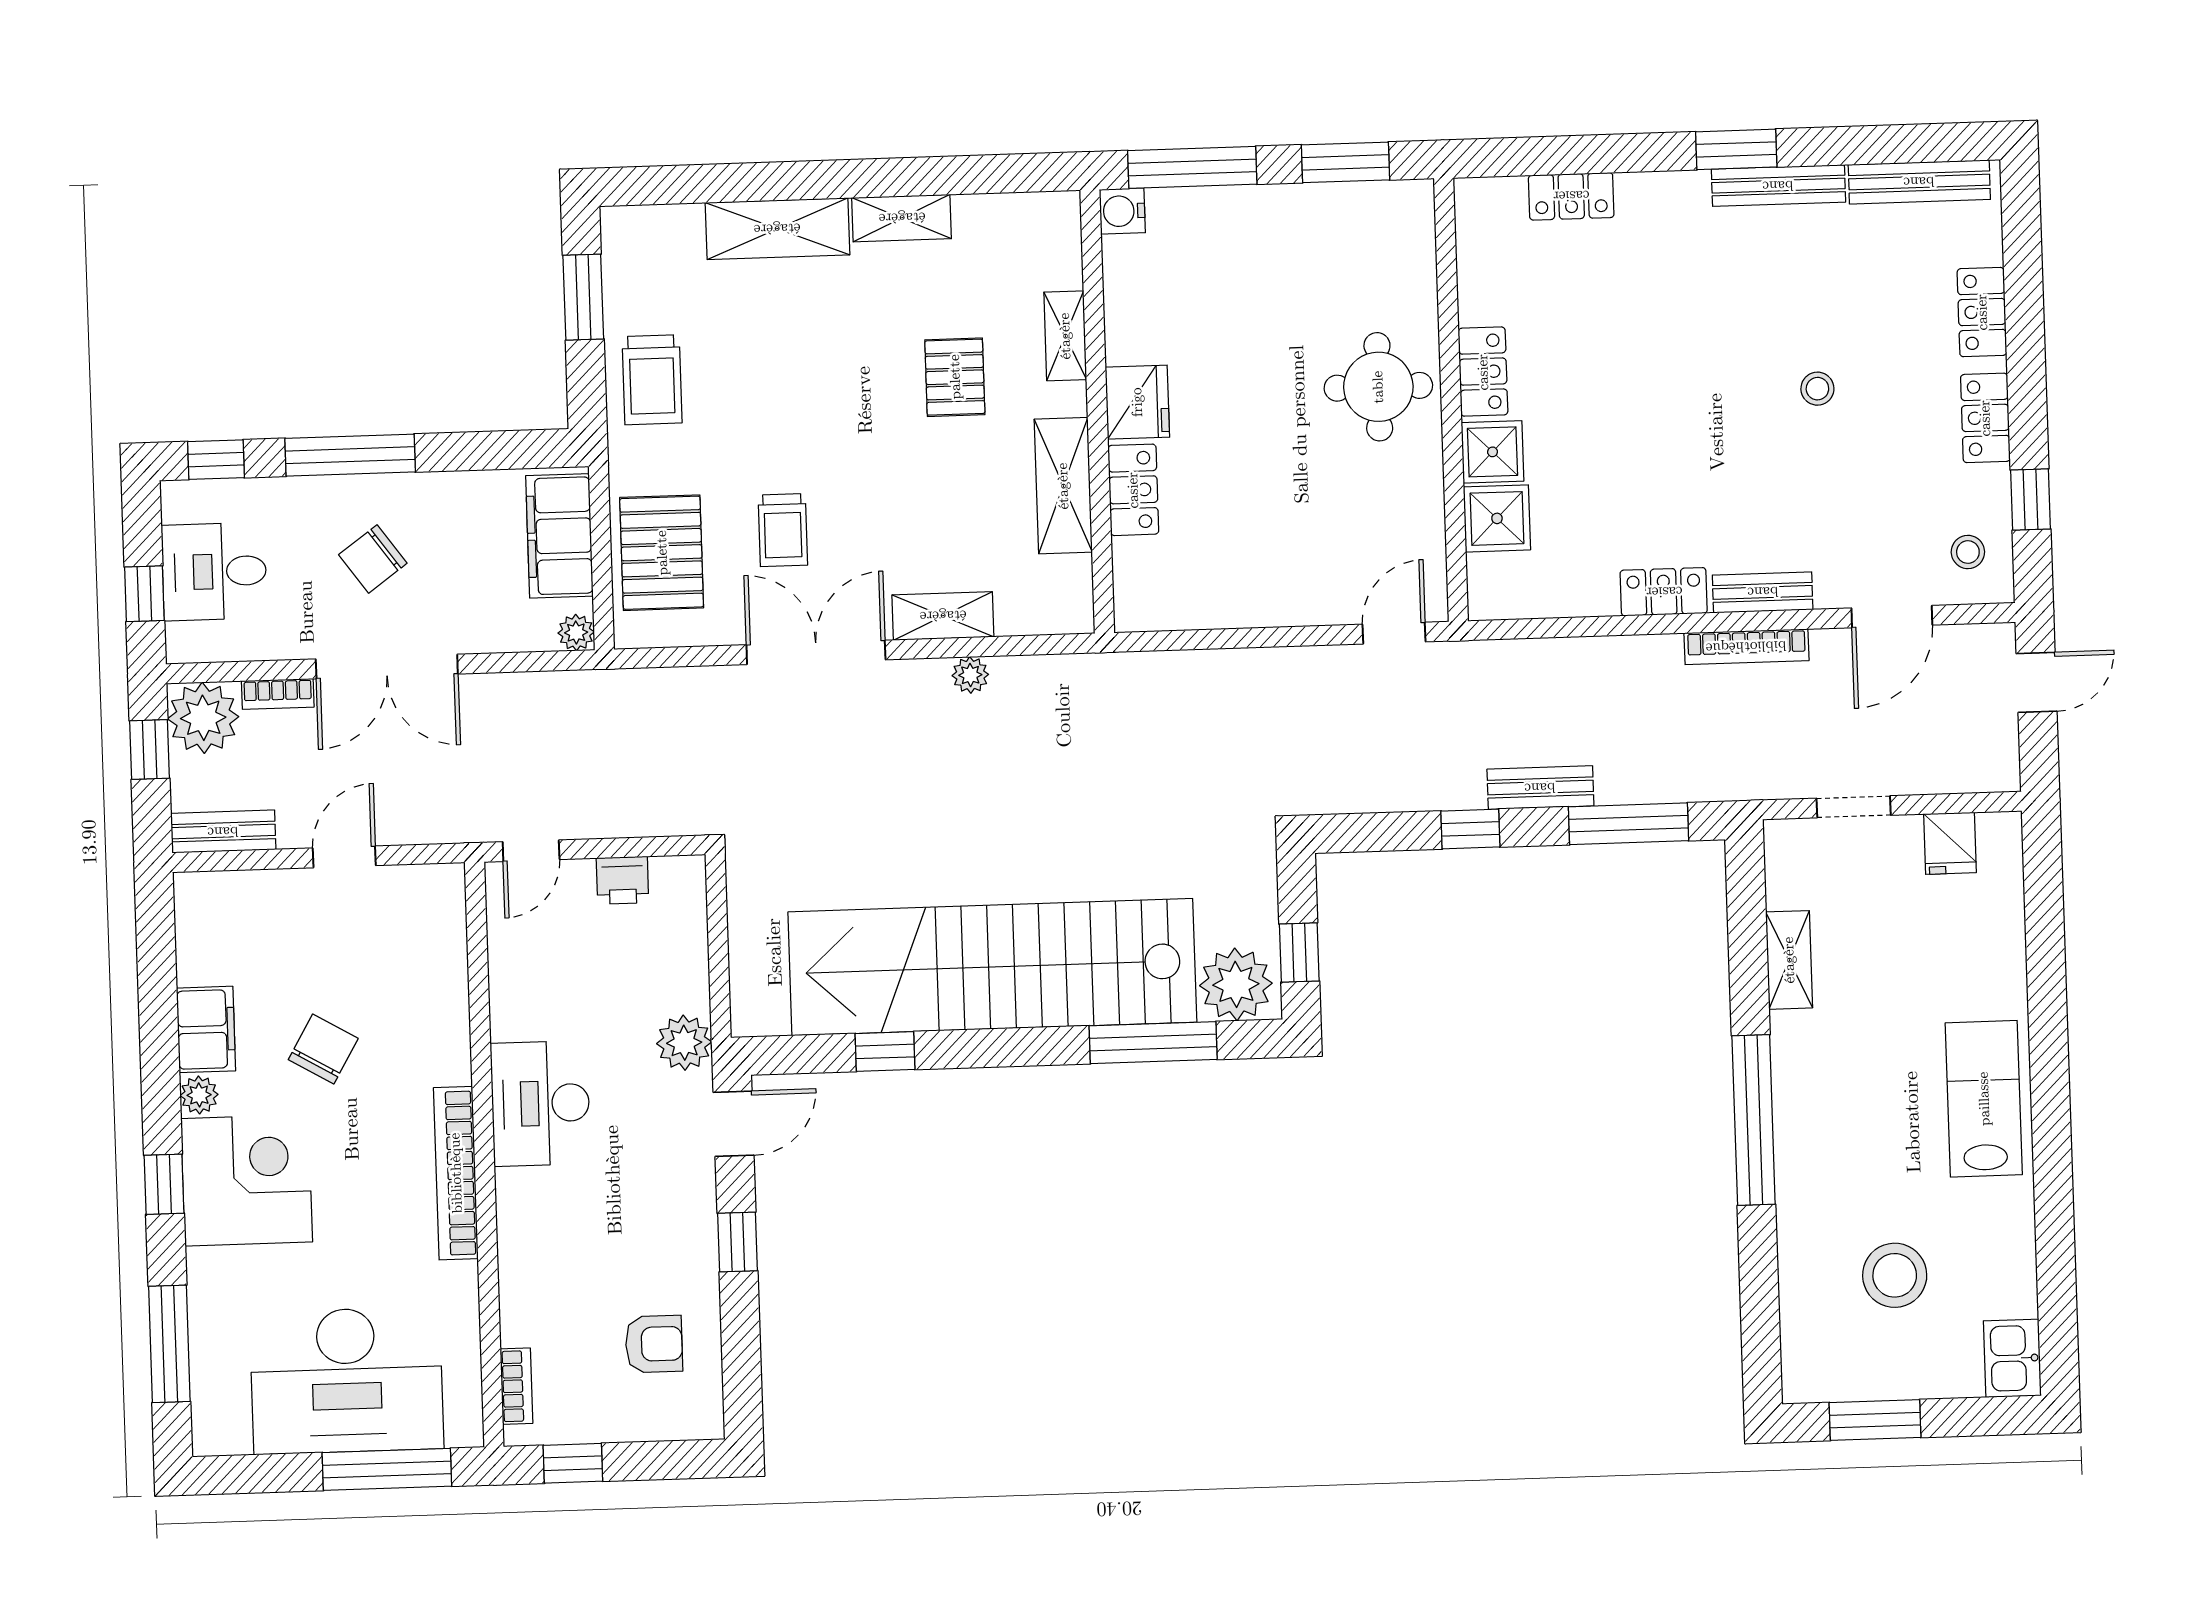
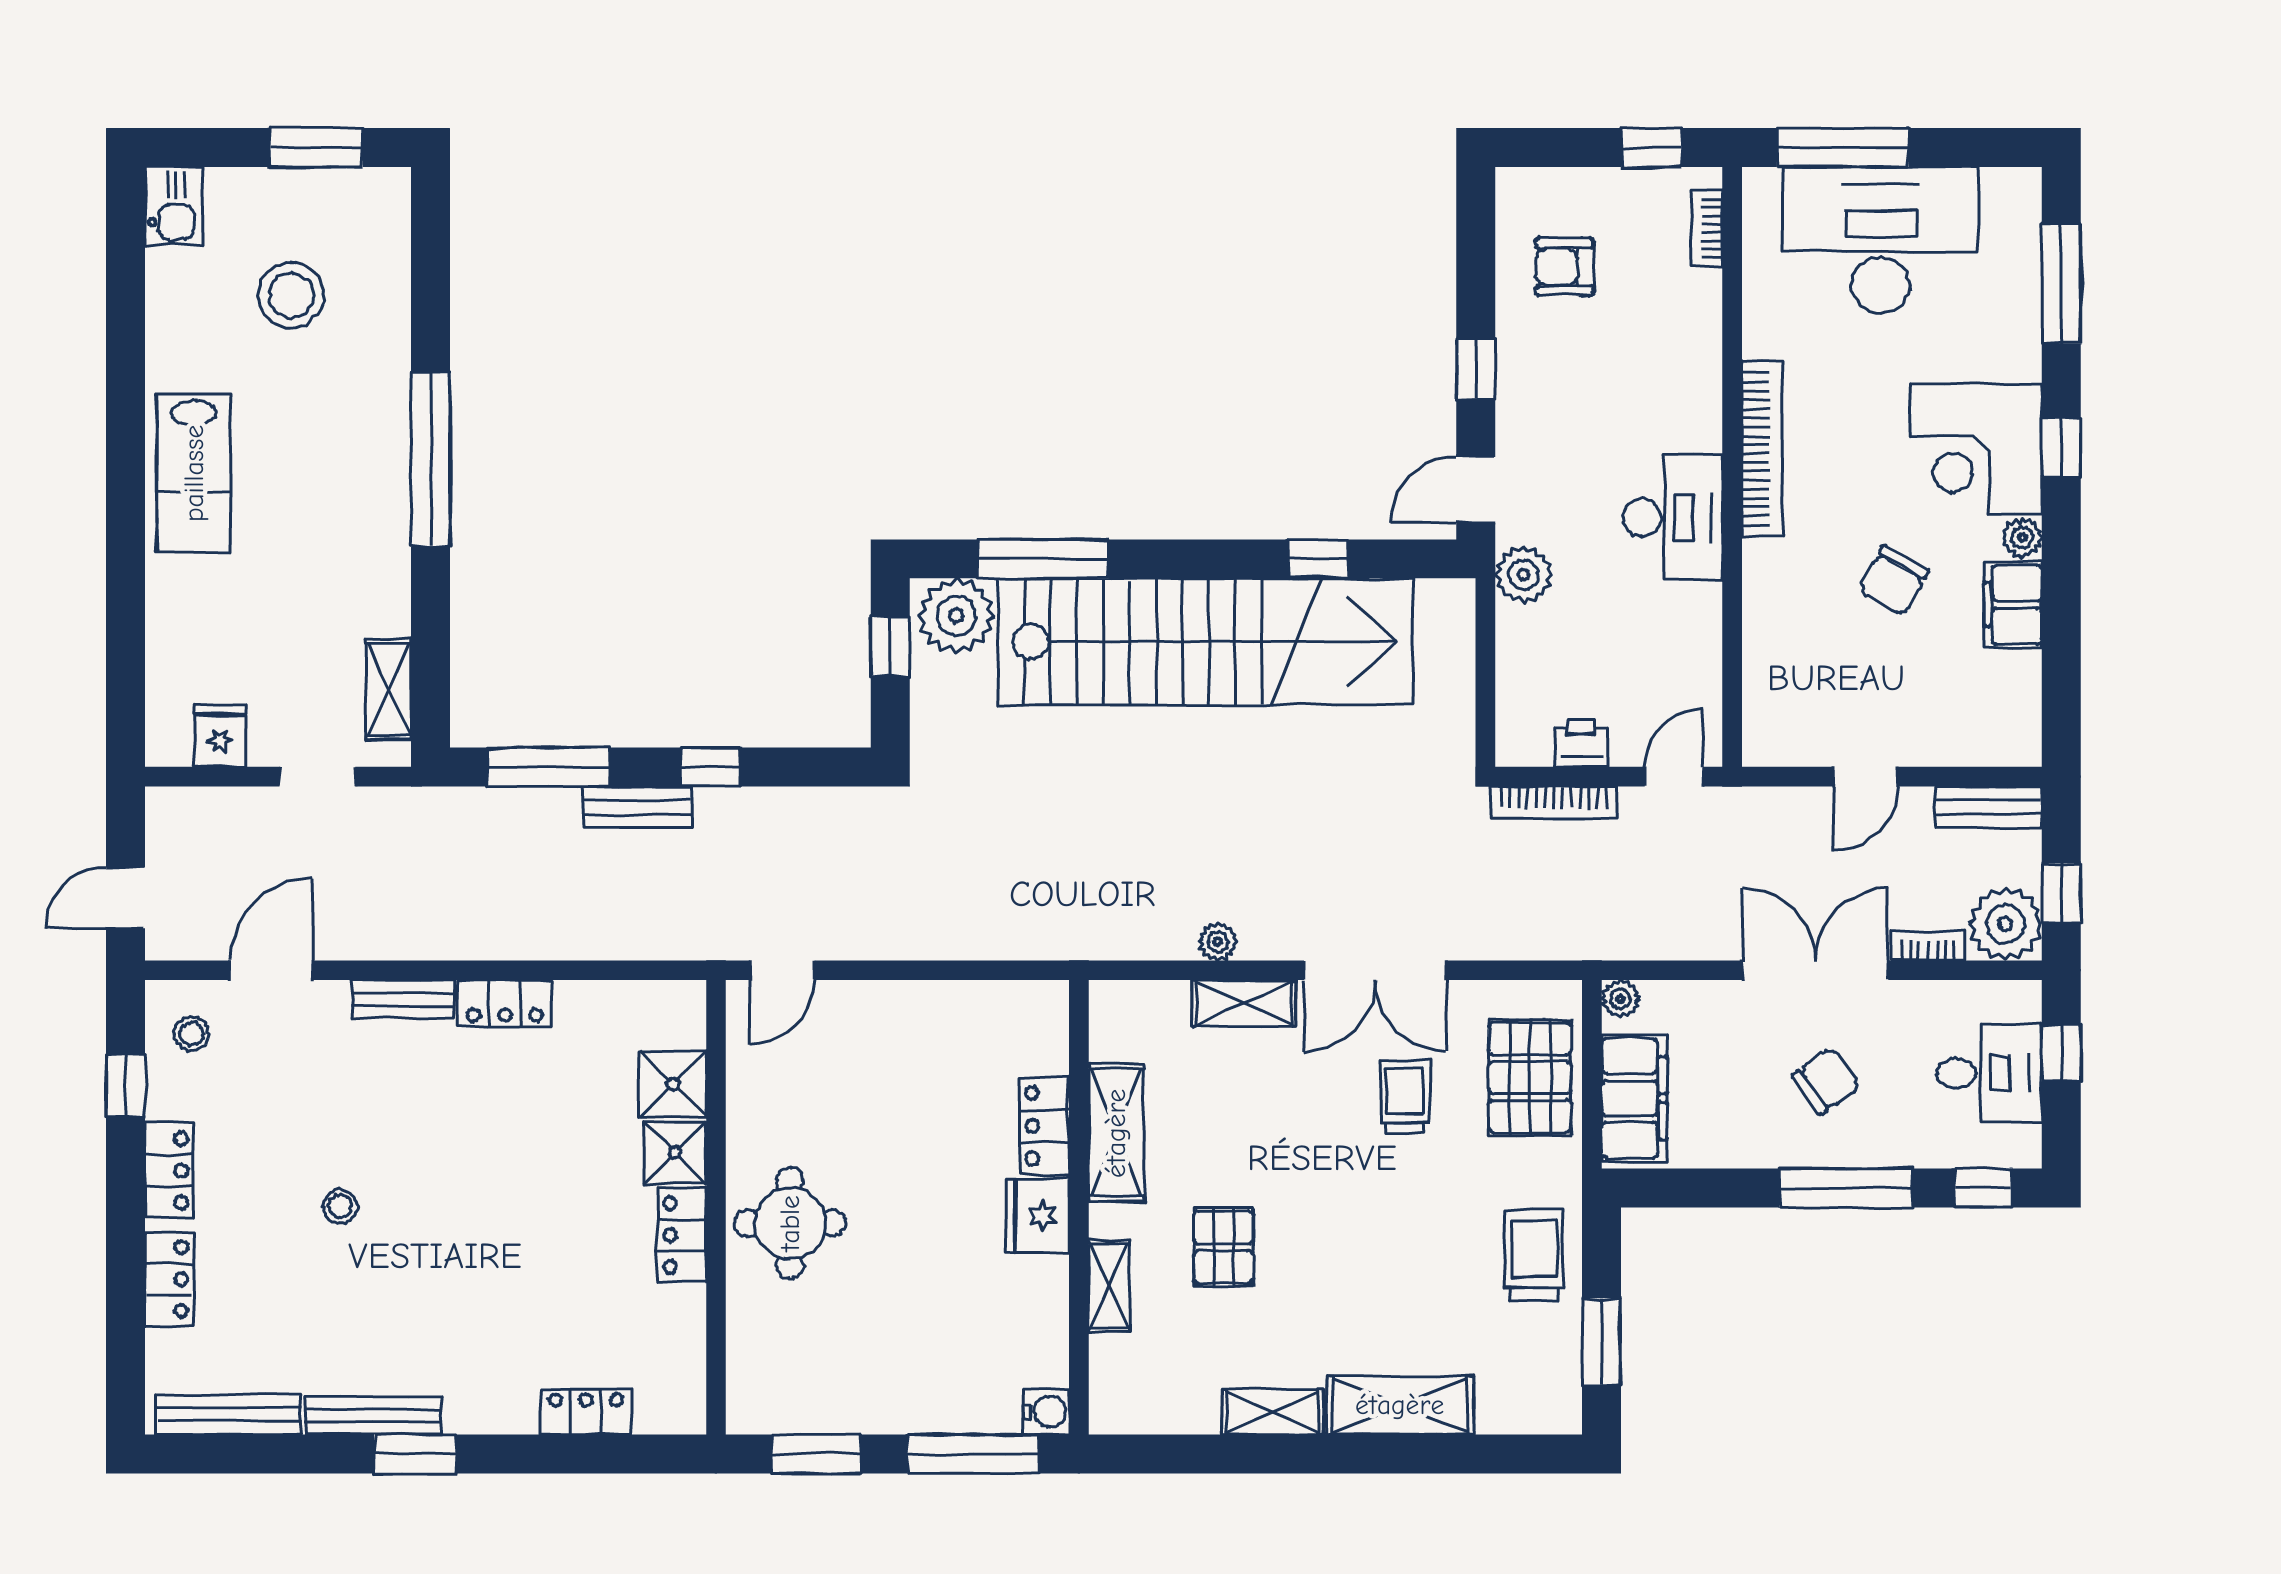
bookcase: (1746, 647) -> (1554, 803), moved, turned 180
shelving: (1789, 960) -> (389, 689), moved

